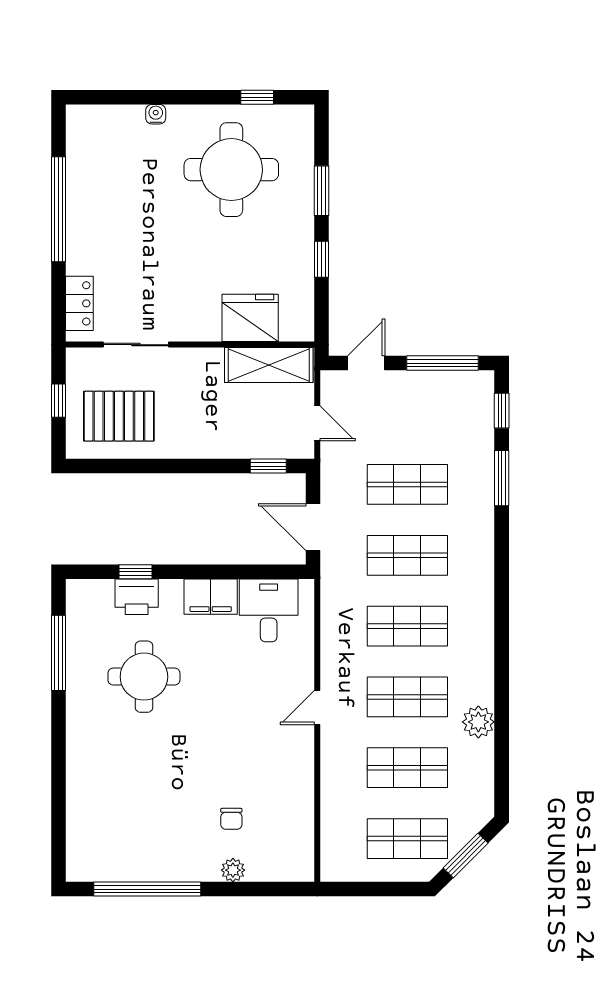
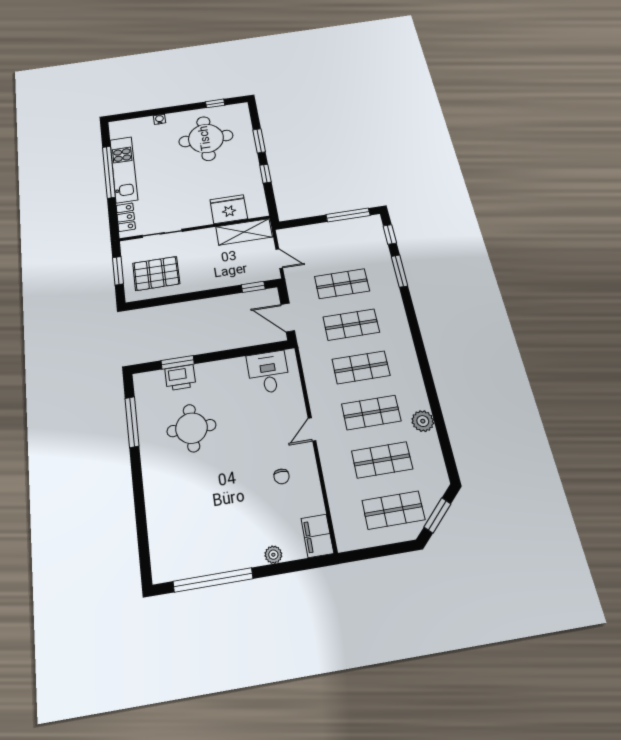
kitchen unit: (84, 208) -> (124, 169), added
door: (366, 363) -> (302, 222), removed
window: (59, 401) -> (118, 271), width x1.50
window: (136, 572) -> (178, 362), width x1.50
filing cabinet: (211, 597) -> (317, 536), moved, turned 90
chair: (231, 819) -> (282, 476), moved

